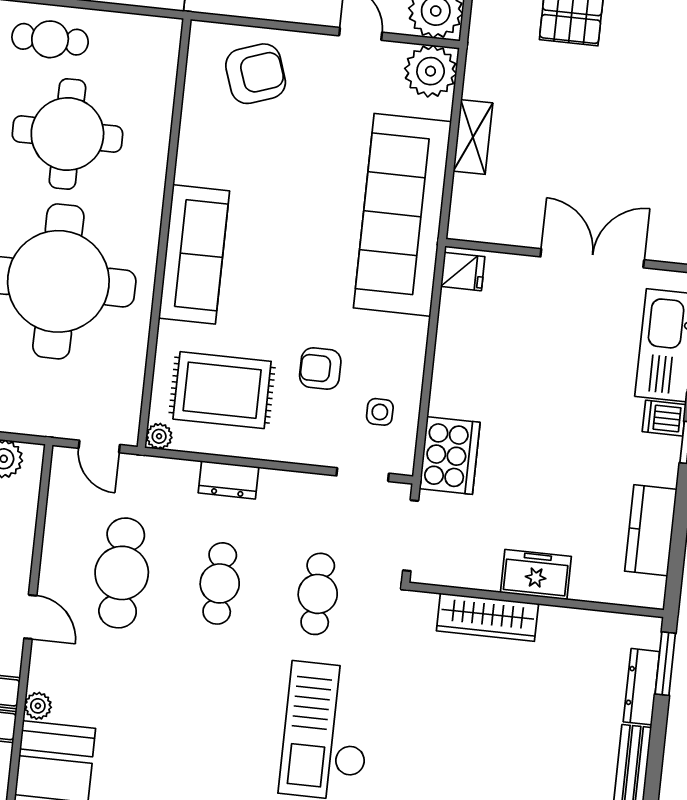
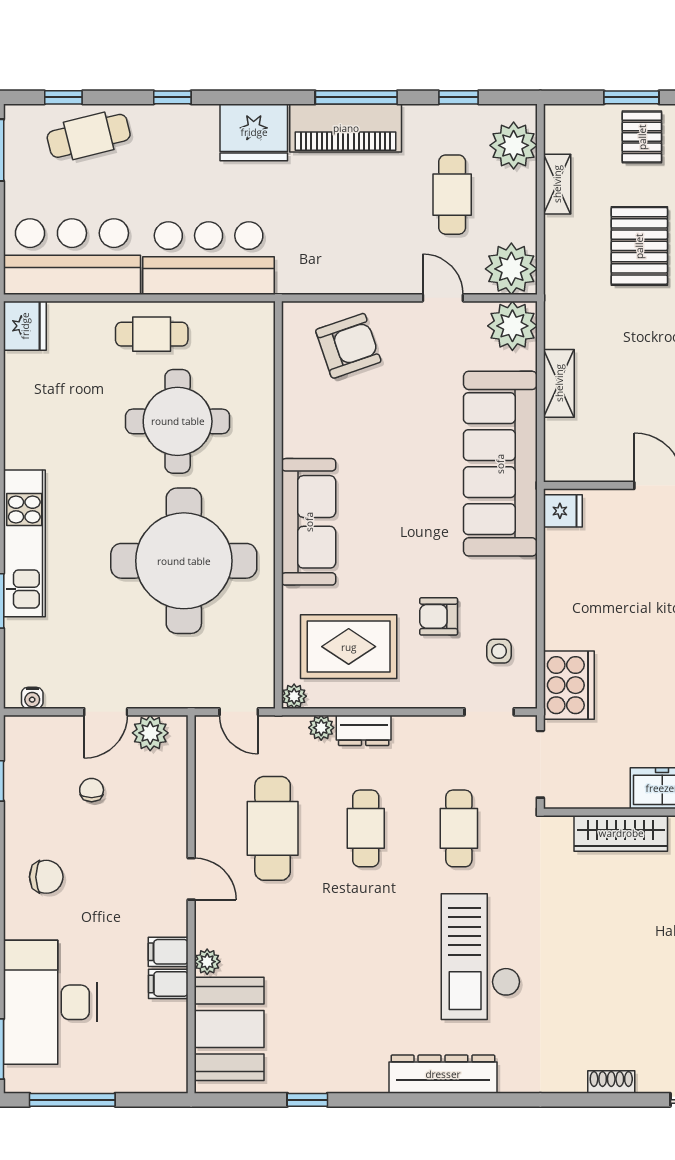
plant: (184, 472) -> (321, 728), added

